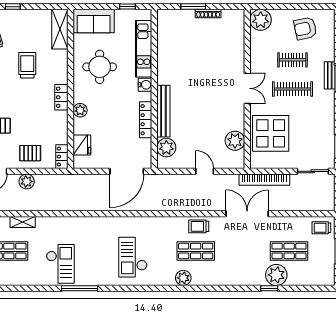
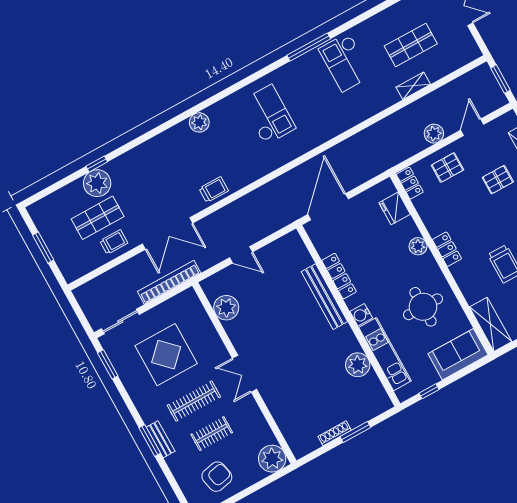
display table: (271, 133) -> (166, 355), moved
plant: (166, 148) -> (358, 365), moved
trolley: (321, 228) -> (114, 242), moved
shop shelf: (196, 251) -> (202, 160), removed

